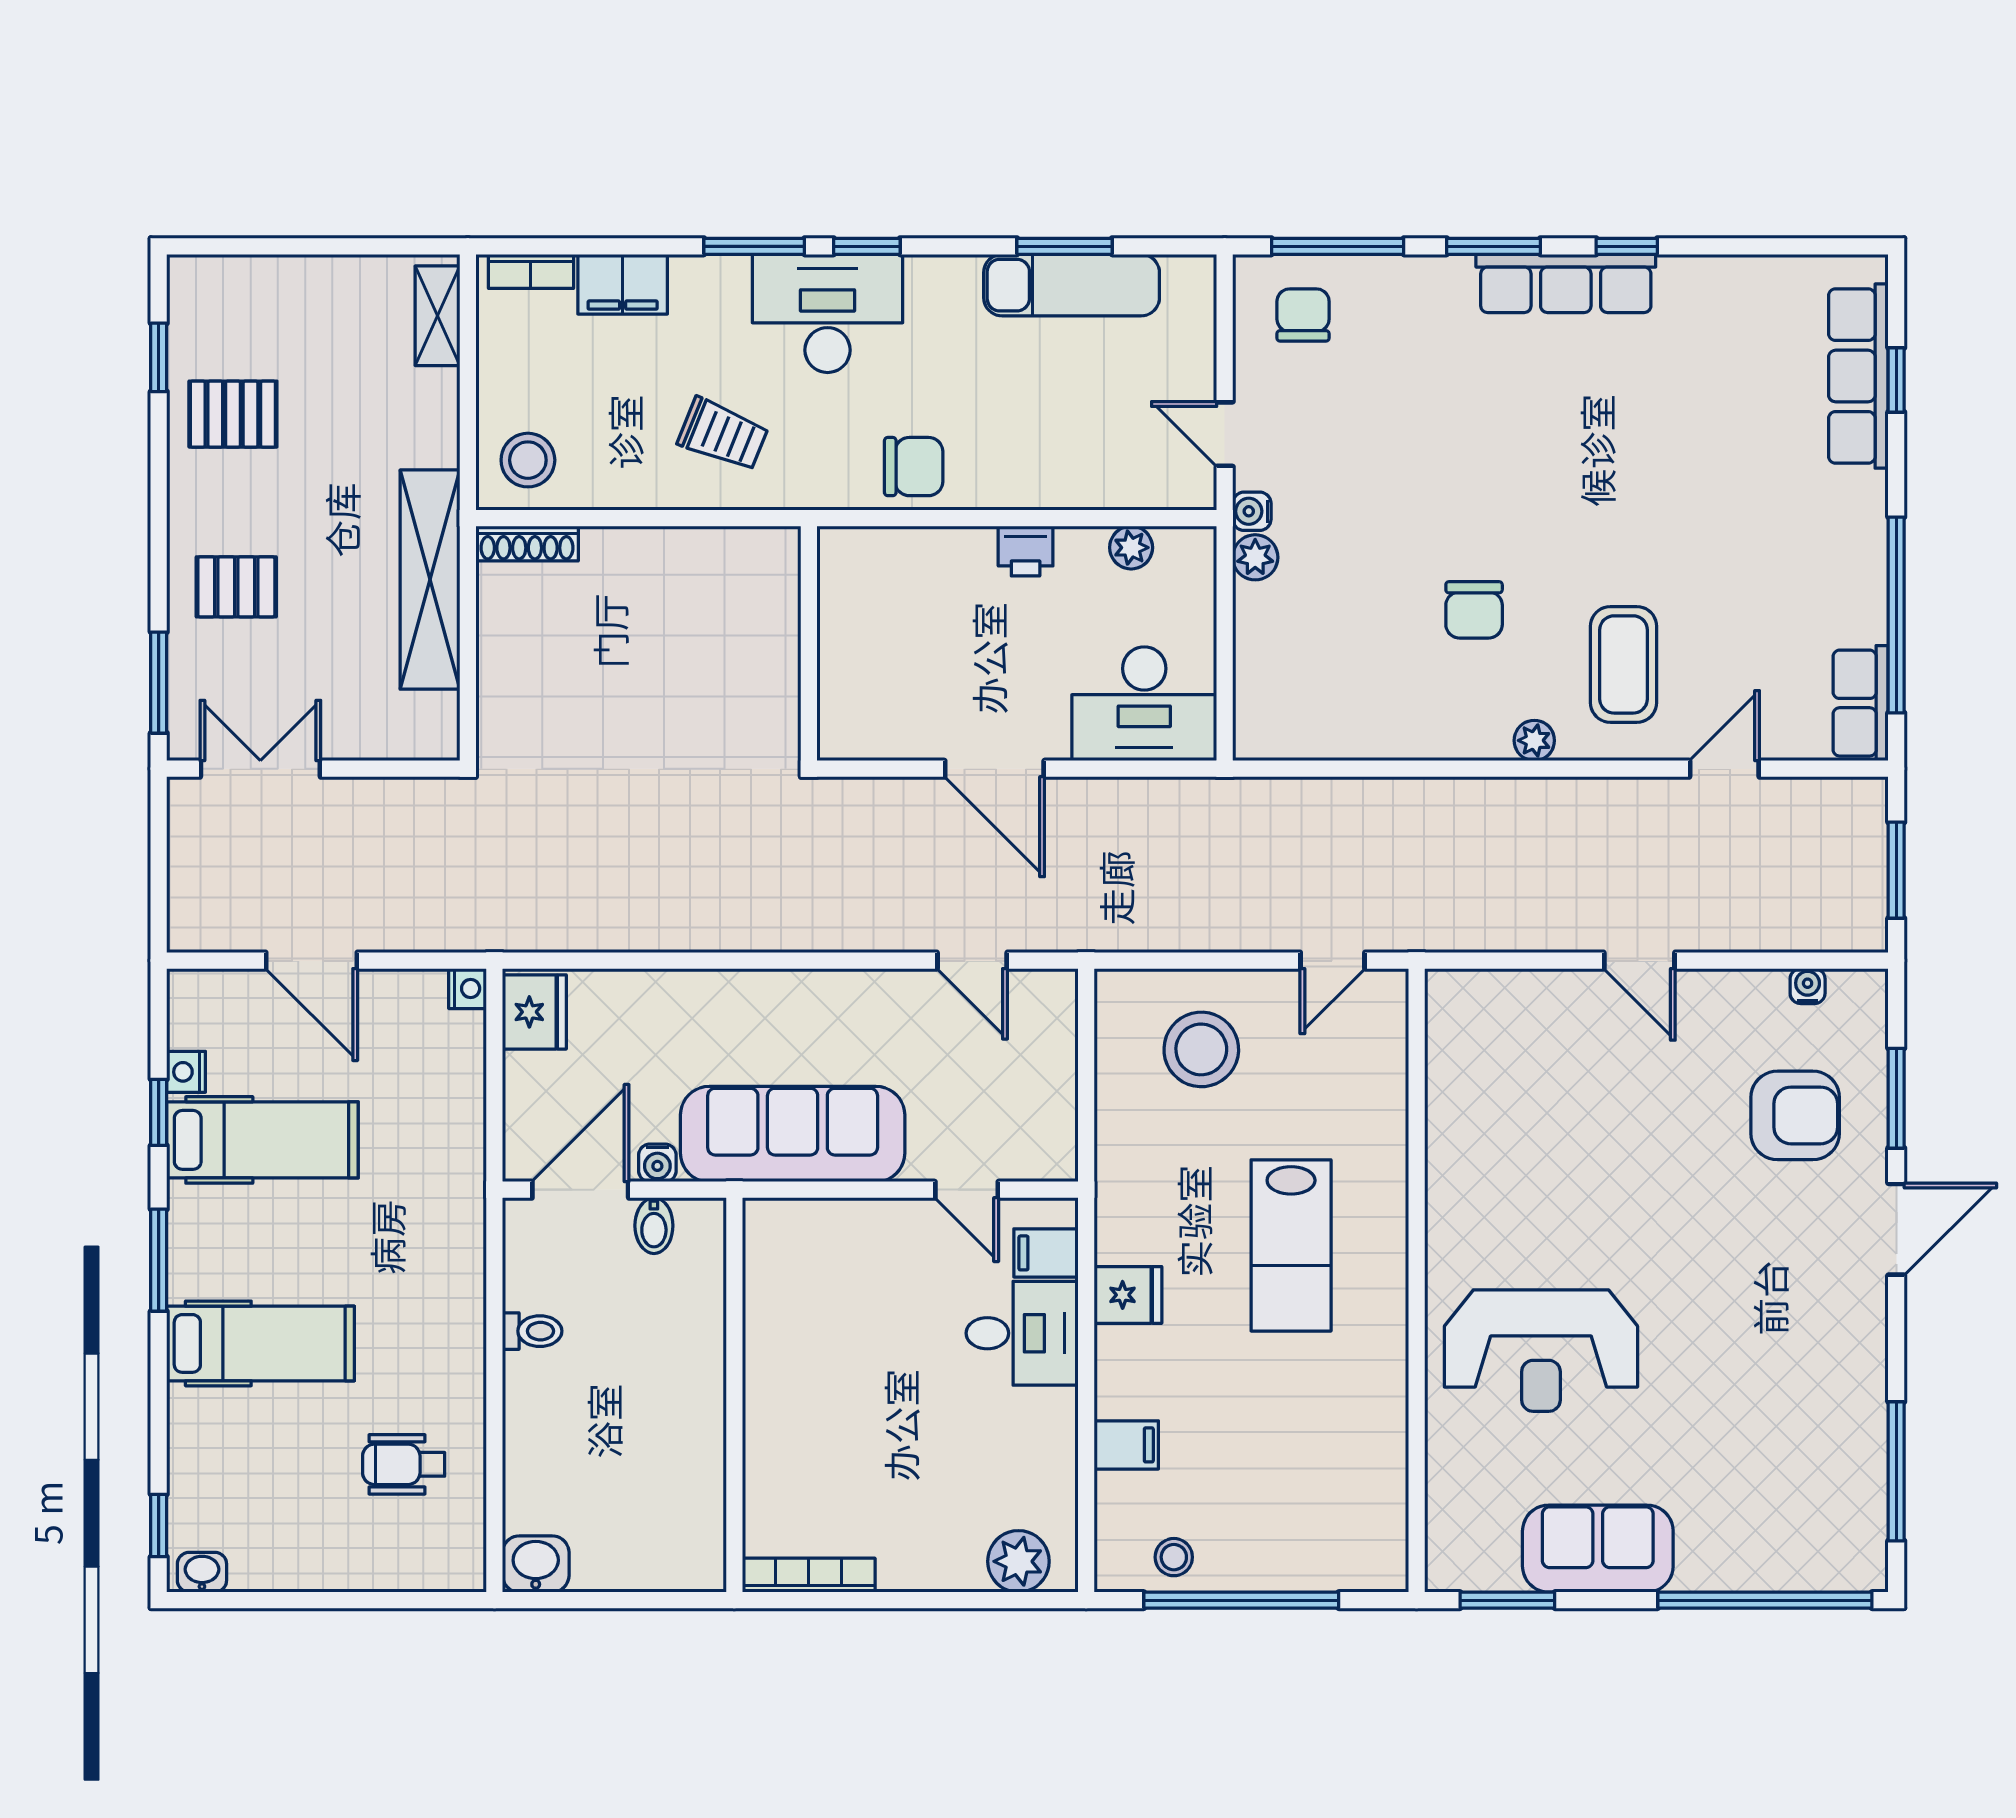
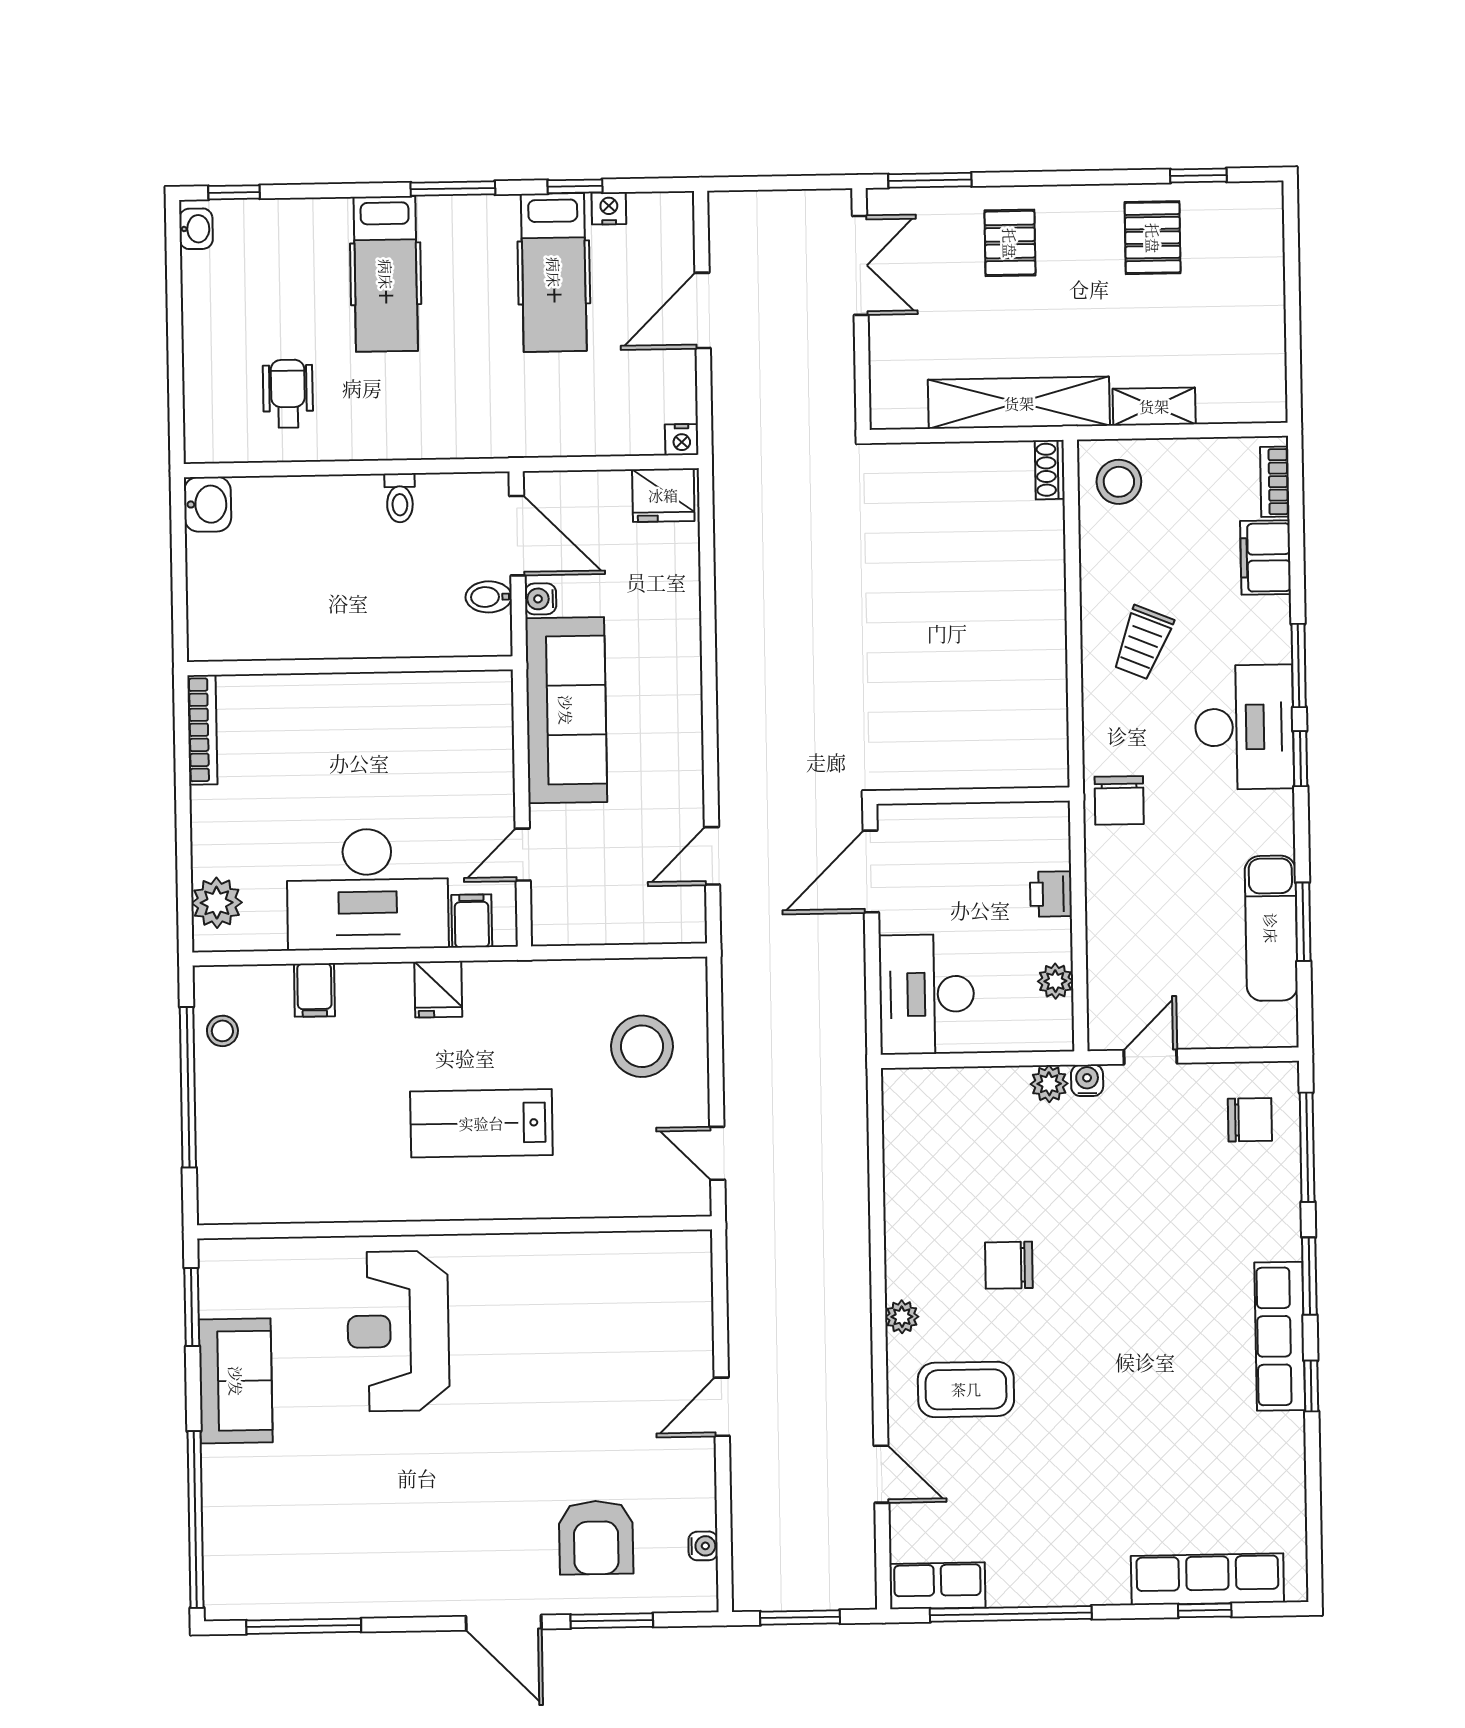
shelving: (437, 316) -> (1154, 406), moved
shoe rack: (527, 544) -> (1050, 470), width x0.70
wall: (809, 643) -> (973, 796), moved
desk: (1022, 1333) -> (367, 889), width x1.87, depth x1.30

